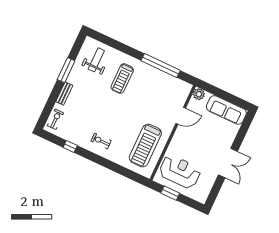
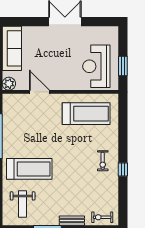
weight bench: (96, 60) -> (23, 204), turned -90
treadmill: (122, 78) -> (29, 169), width x1.37, depth x1.38
window: (70, 146) -> (123, 170), moved

